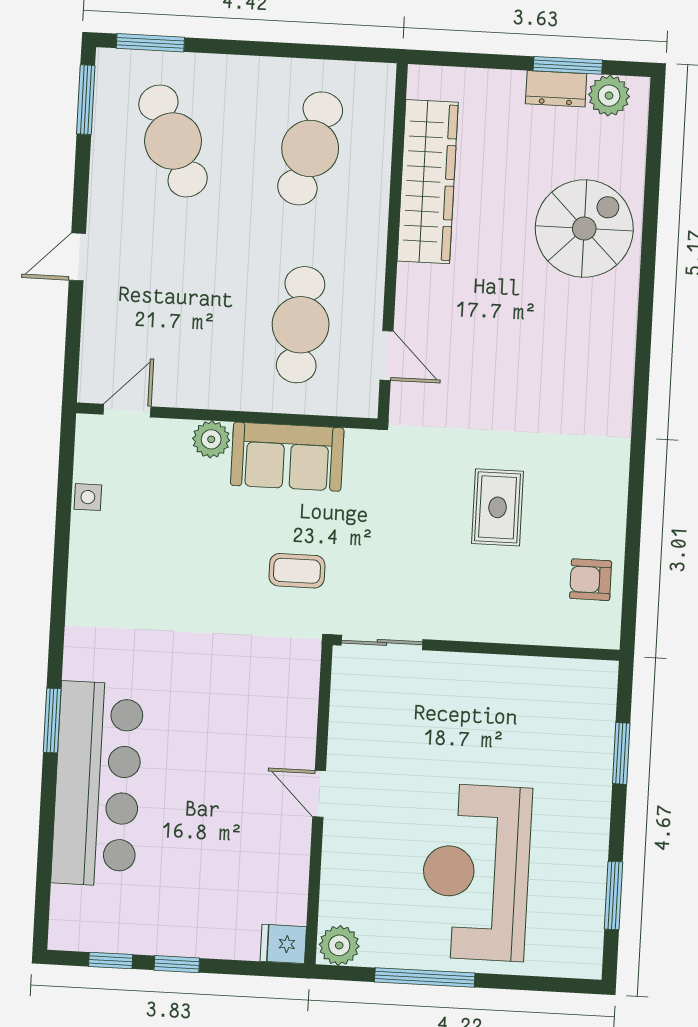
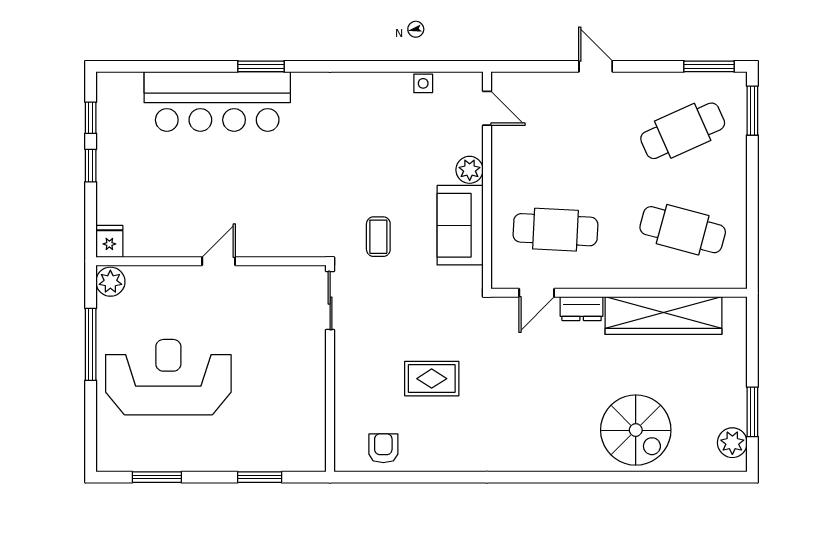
dresser: (556, 89) -> (582, 309), moved, turned -90

